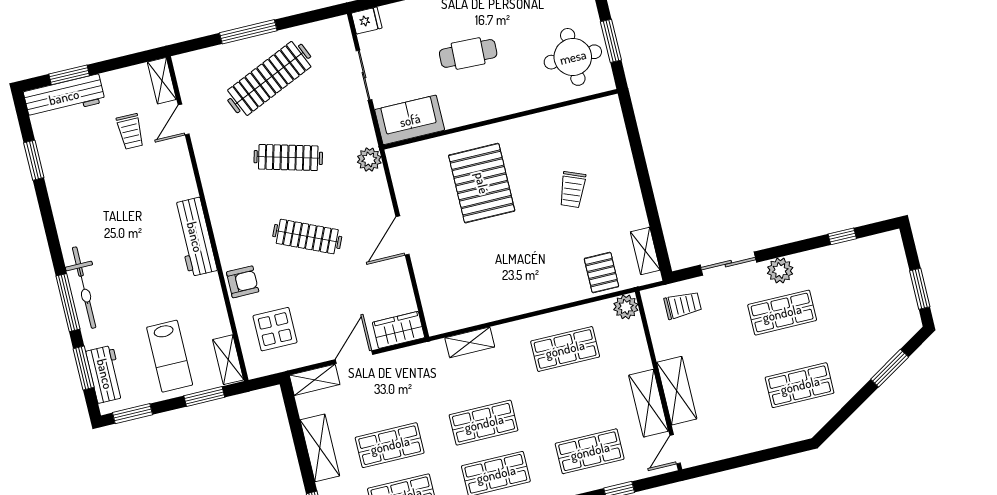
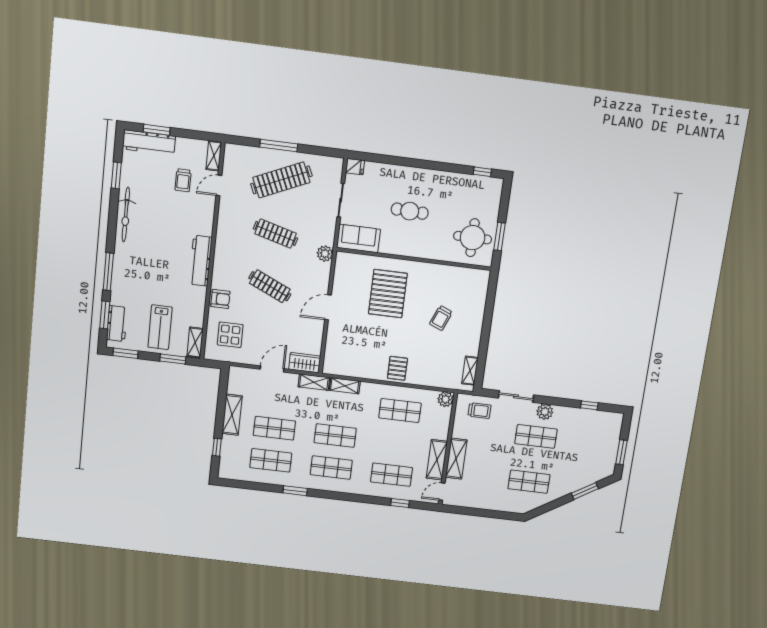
pallet: (601, 273) -> (397, 368), moved
bicycle: (84, 288) -> (126, 215), moved
shelving: (315, 380) -> (314, 382), moved

